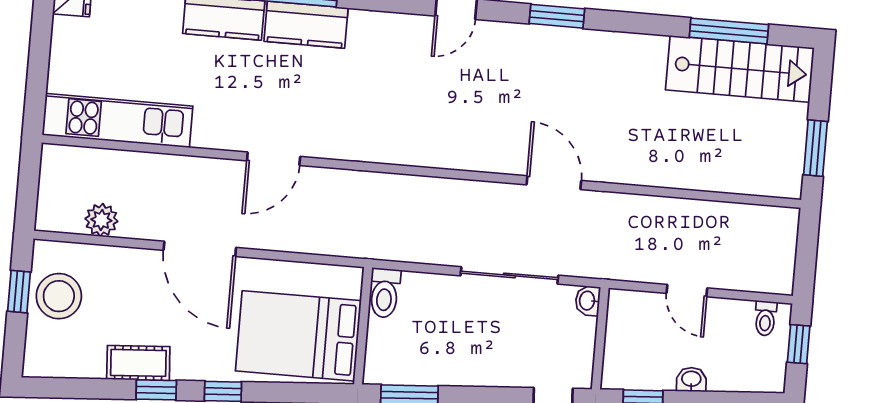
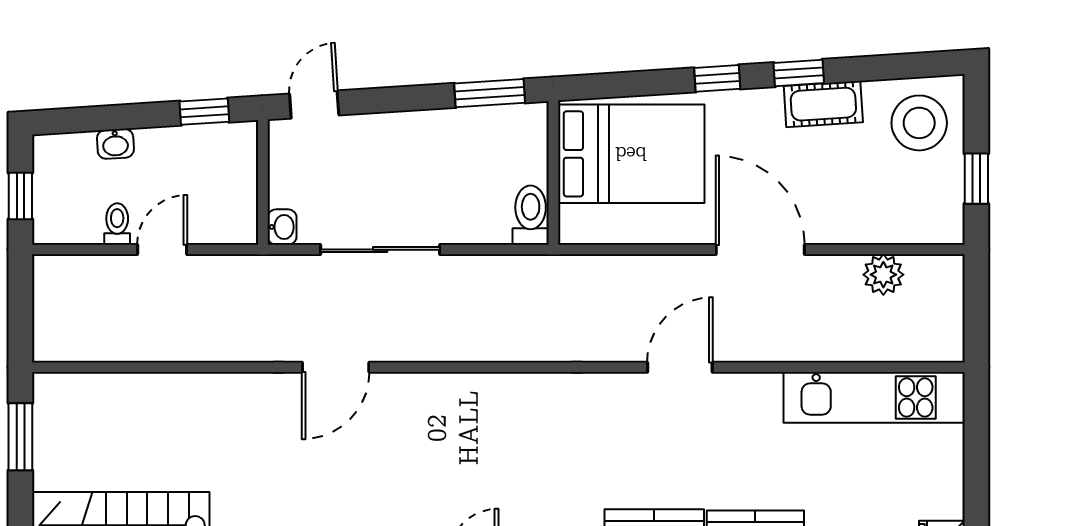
door: (554, 183) -> (336, 367), hinge flipped
door: (687, 291) -> (162, 250), hinge flipped
stool: (59, 296) -> (919, 123), moved
toilet: (765, 318) -> (117, 224), moved
washbasin: (691, 379) -> (115, 144), moved

